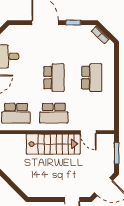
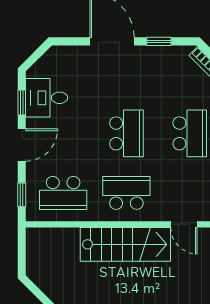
school desk: (54, 113) -> (126, 193), turned 180

